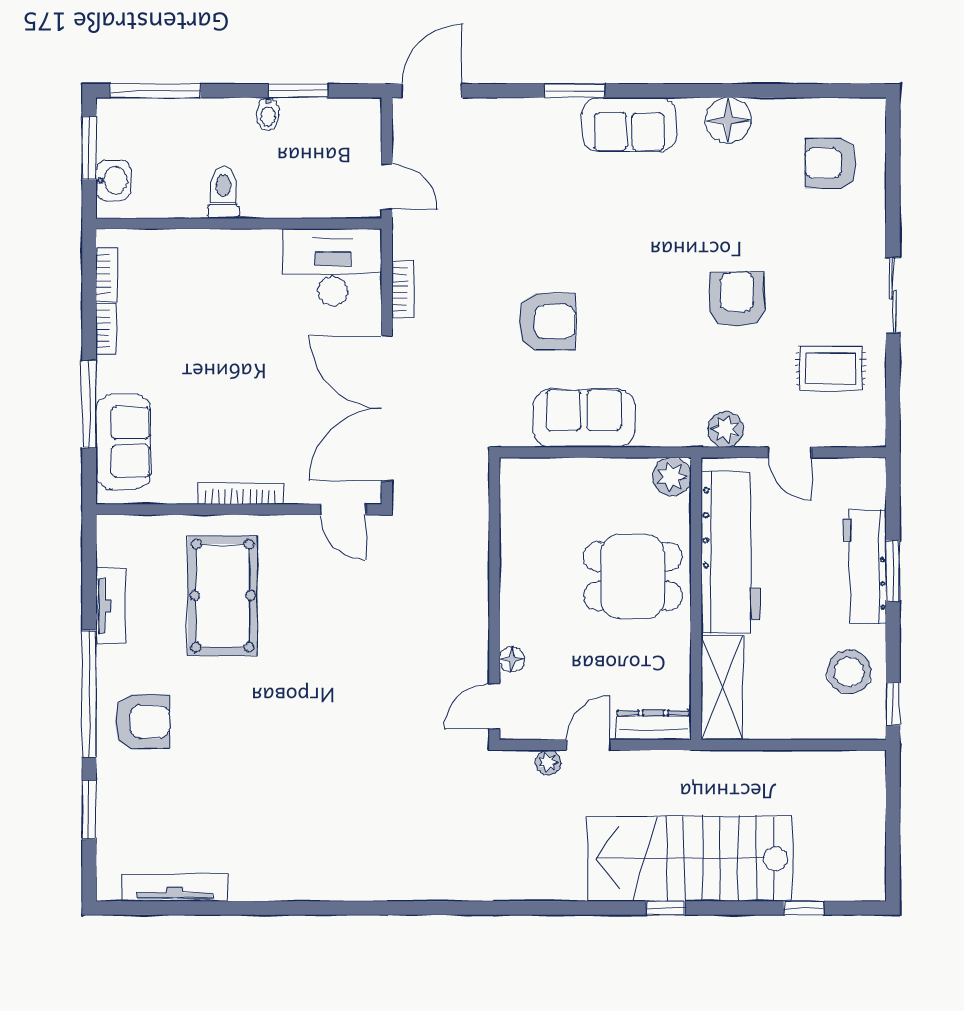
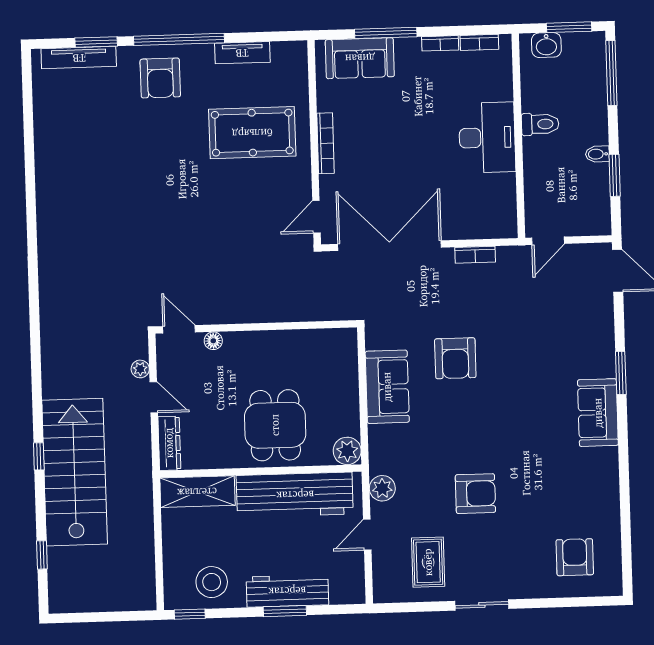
floor lamp: (728, 120) -> (603, 483), removed
desk: (333, 267) -> (487, 138), moved
tv unit: (175, 887) -> (79, 58), moved, turned 90

